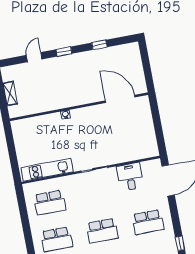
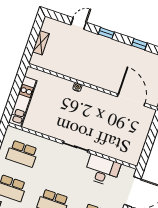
kitchen unit: (47, 170) -> (23, 102), moved, turned 90
desk: (130, 177) -> (102, 170), width x1.37

